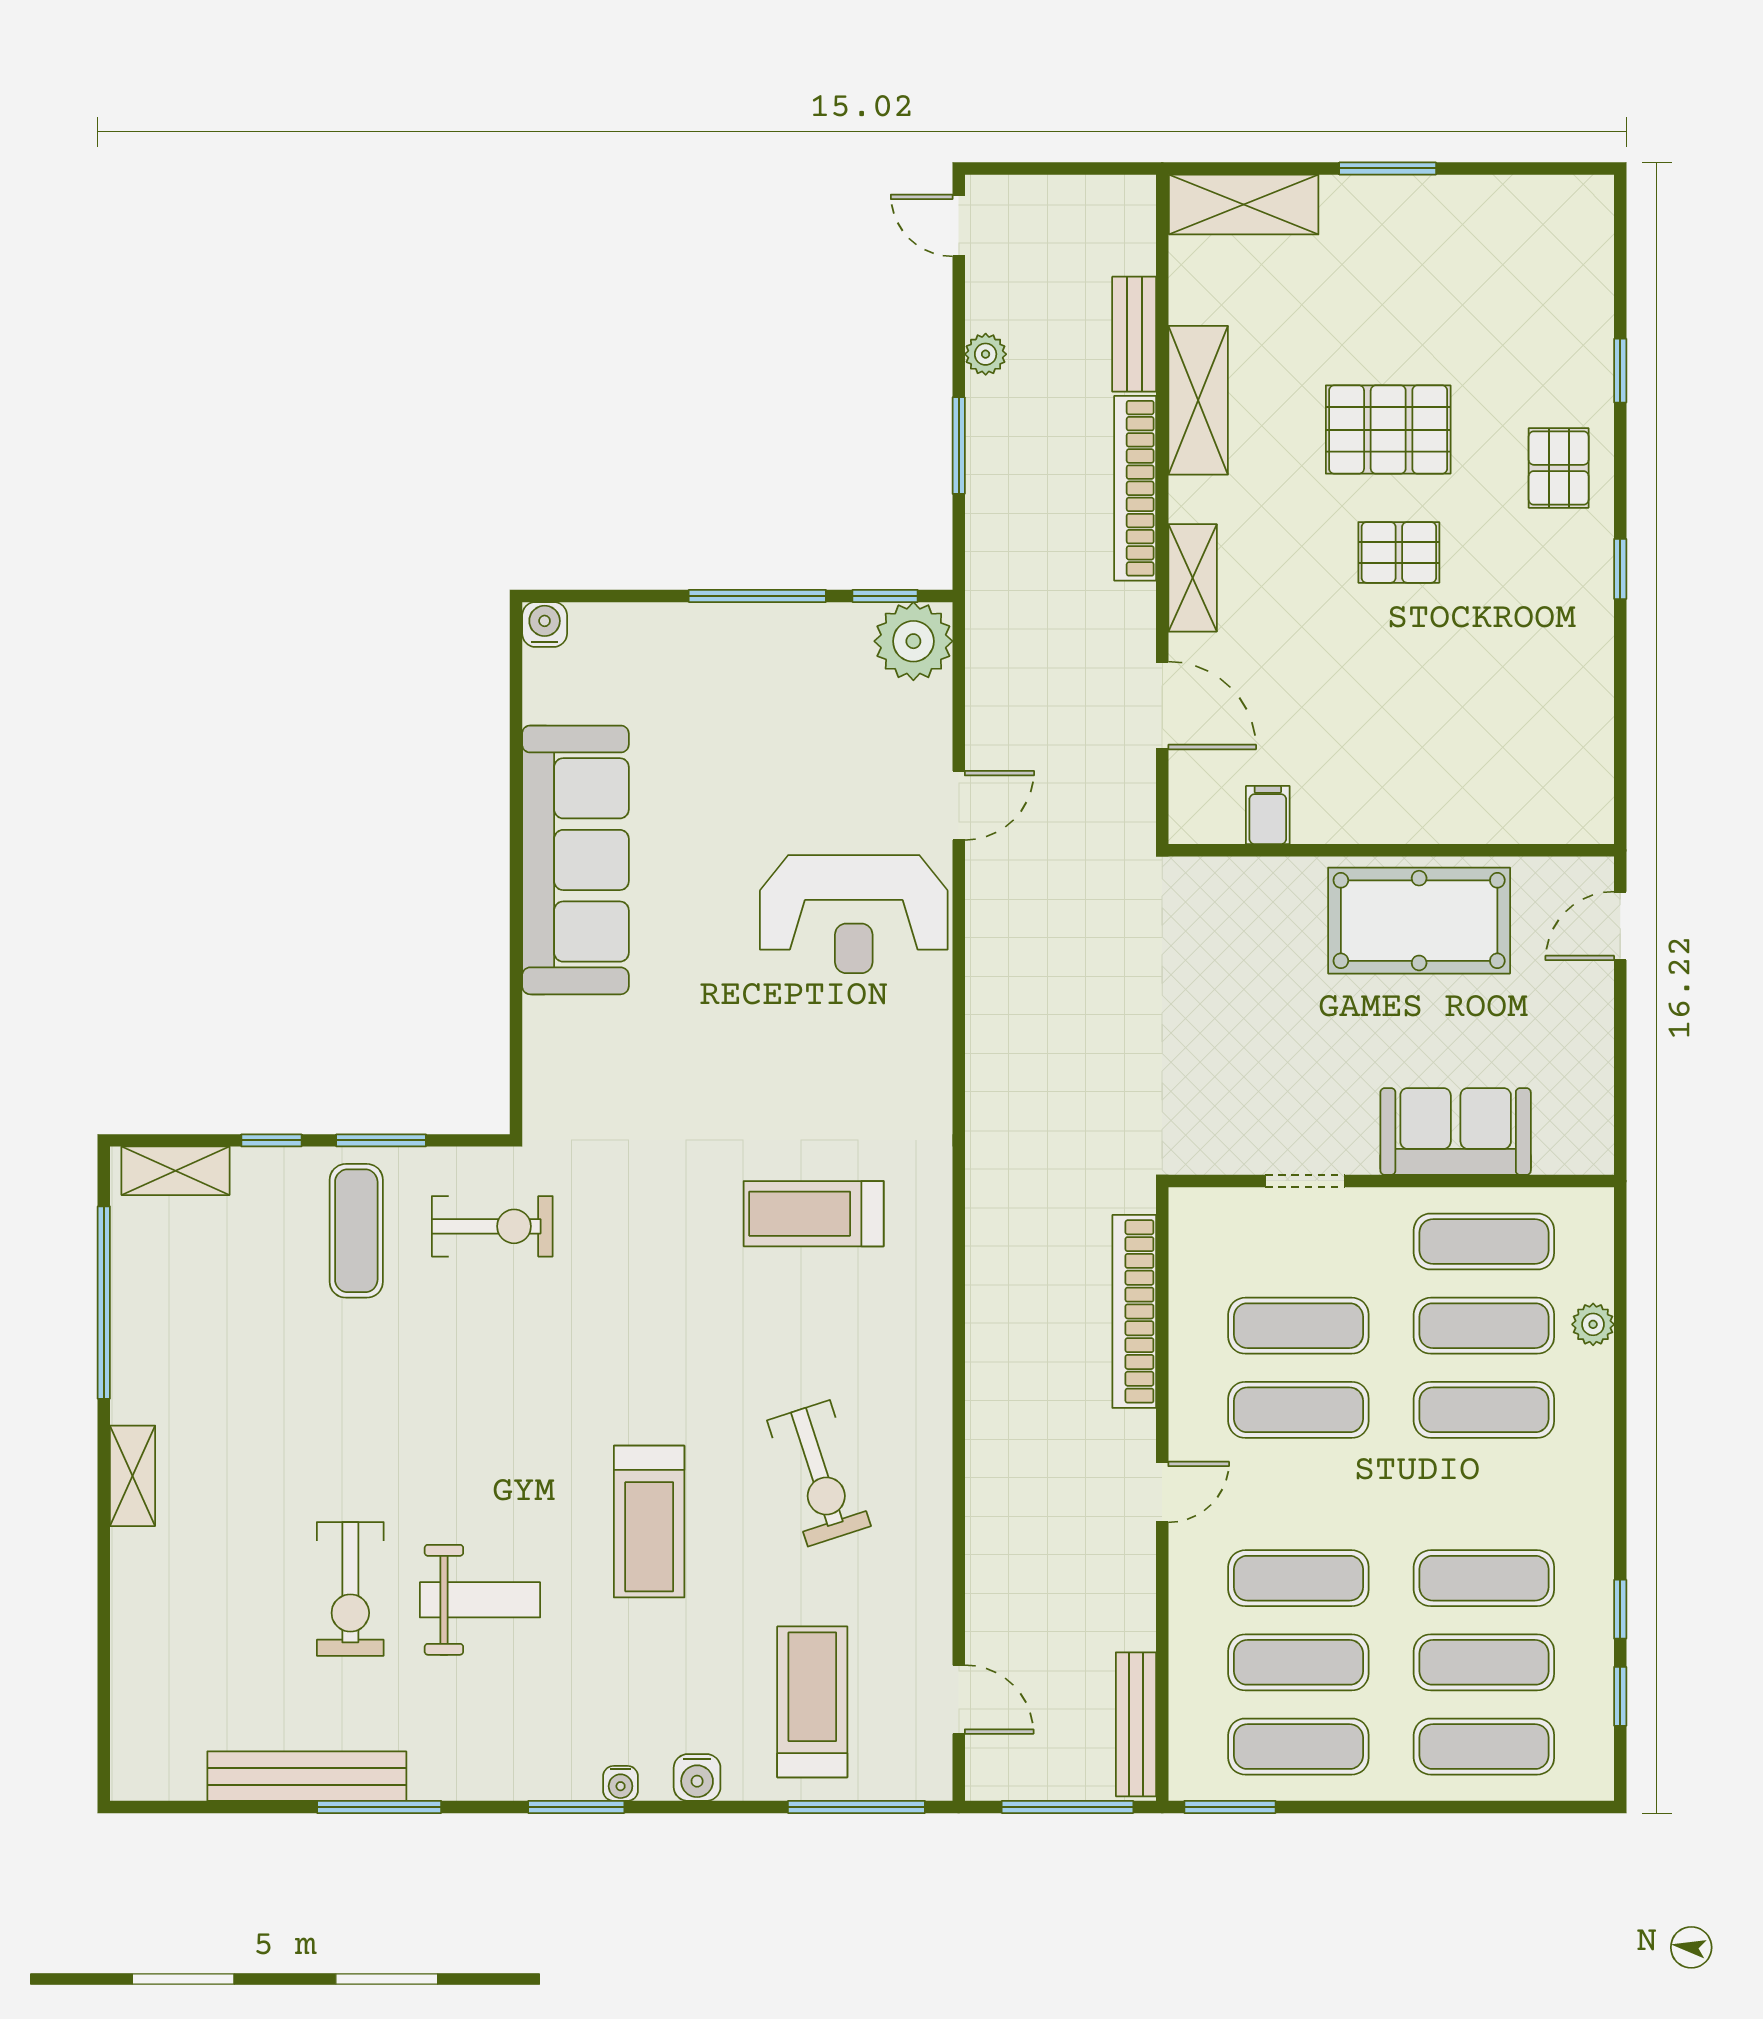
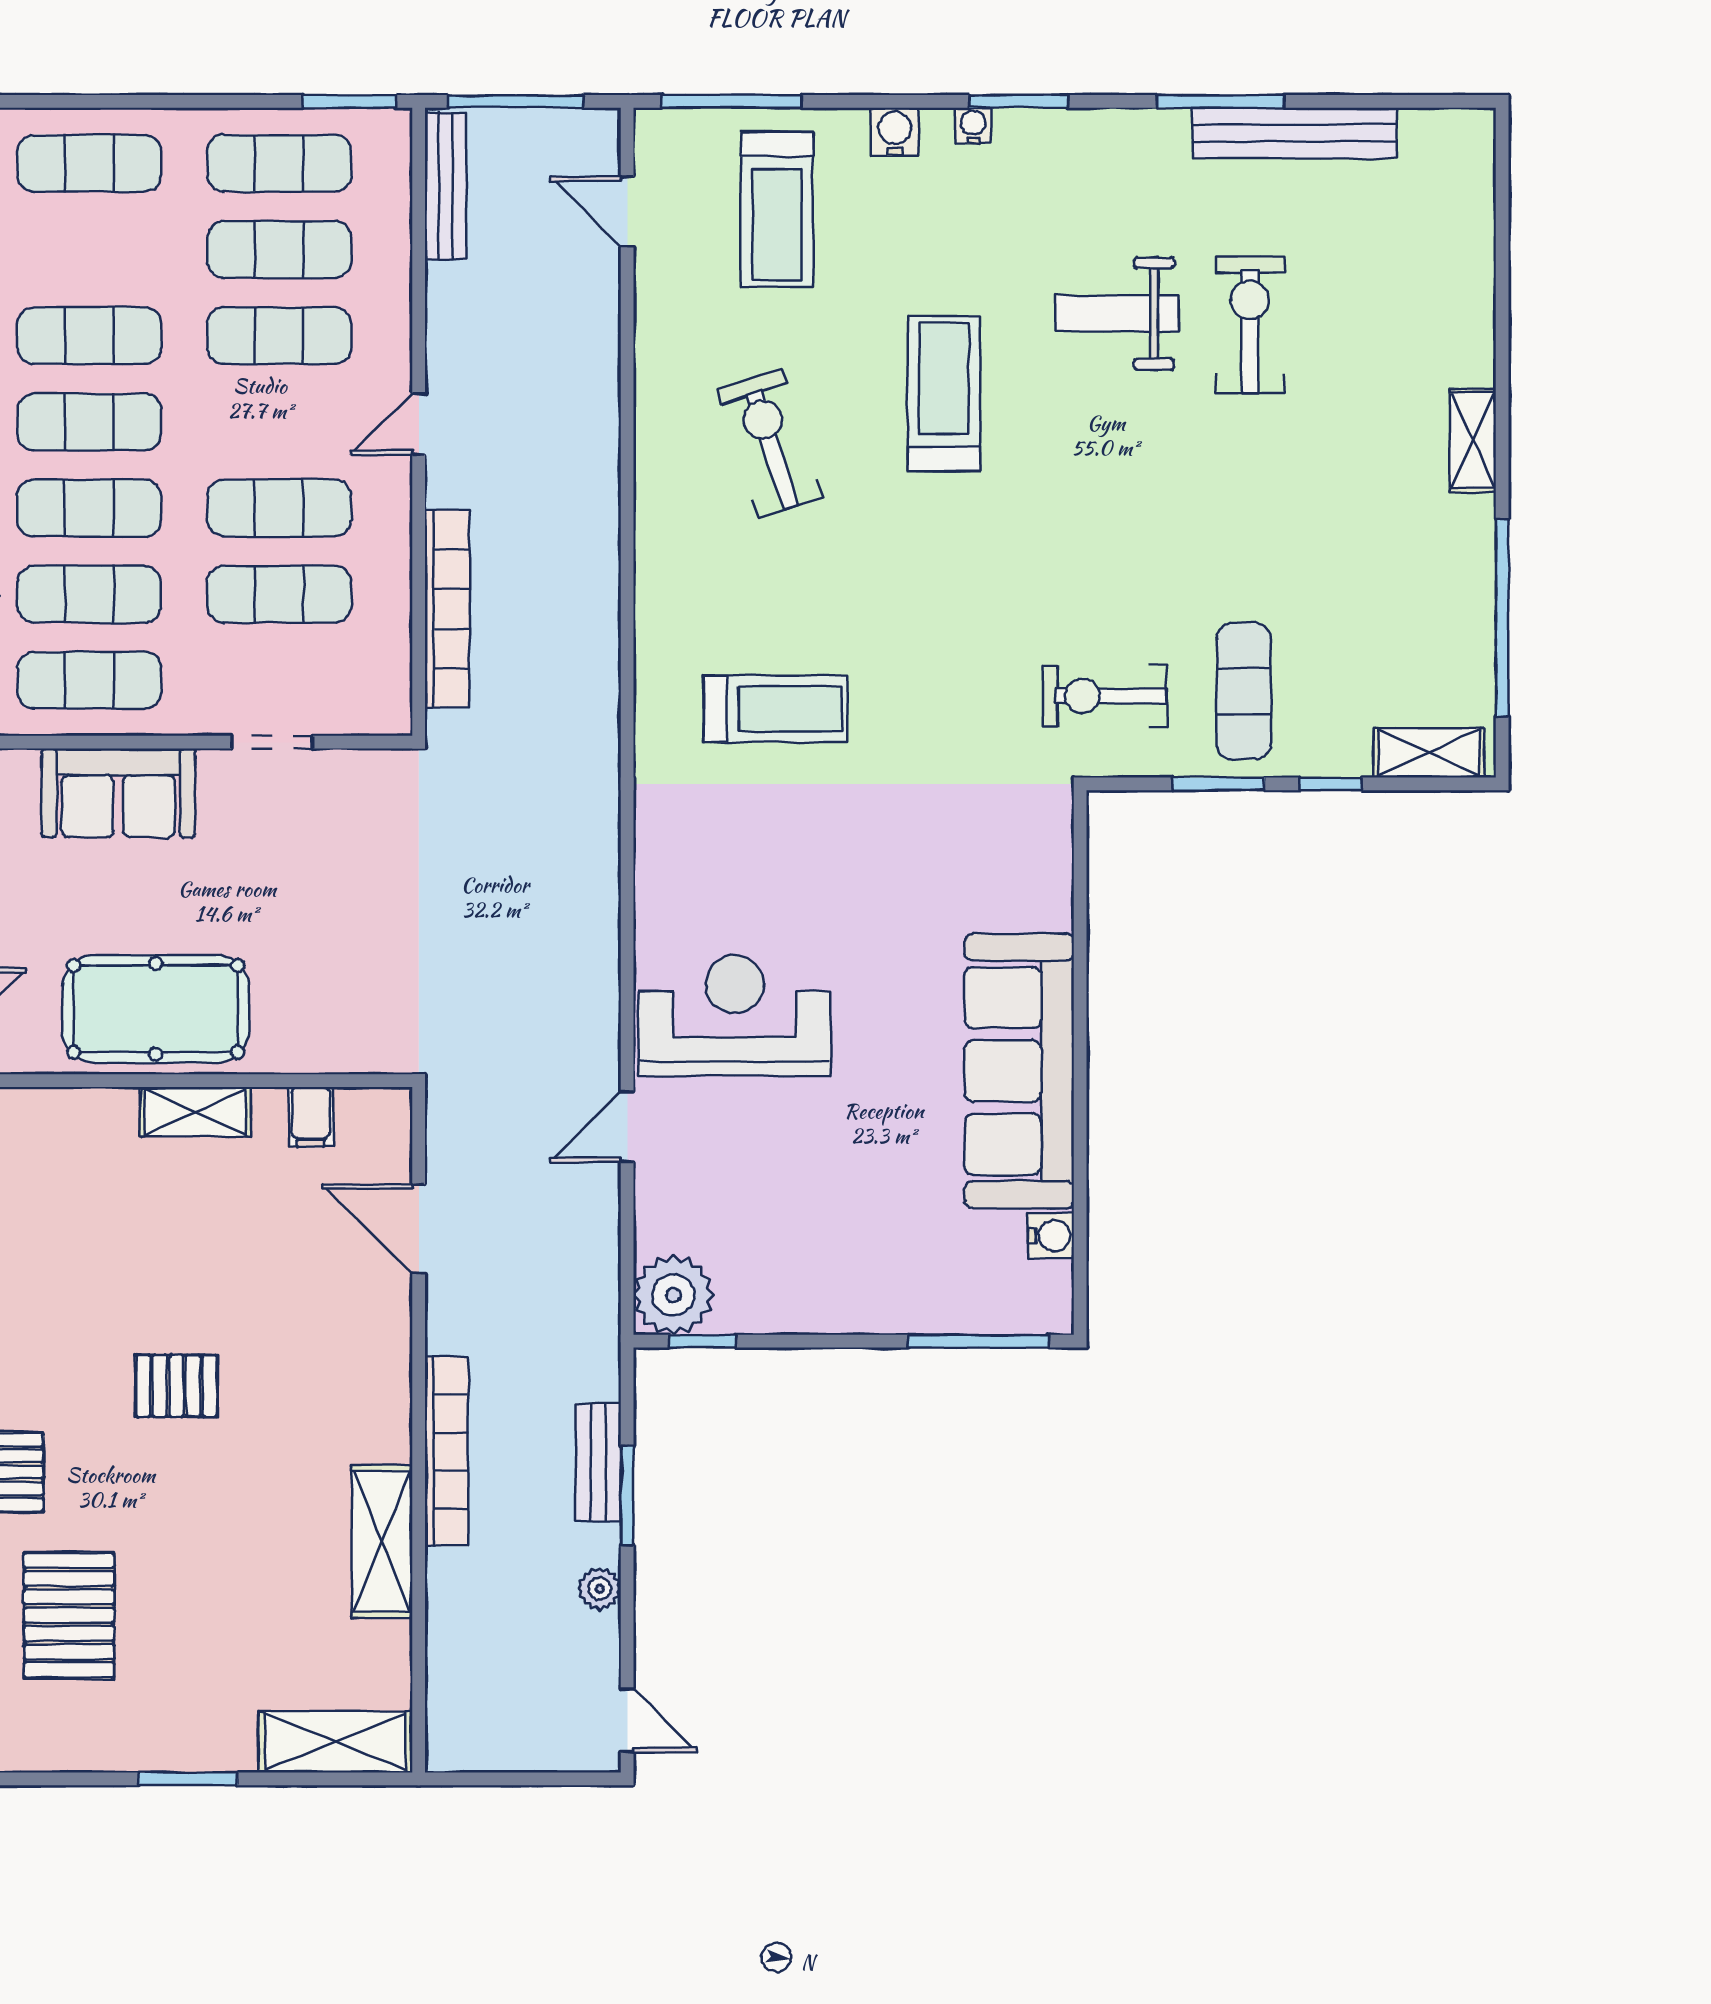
bench: (1134, 334) -> (598, 1462), moved
pallet: (1388, 430) -> (69, 1615), moved, turned 90
shelving: (1193, 578) -> (195, 1112), moved, turned 90
window: (757, 596) -> (979, 1341), moved
water cooler: (545, 624) -> (1051, 1236), moved, turned -90
exercise mat: (1484, 1662) -> (89, 422), moved

